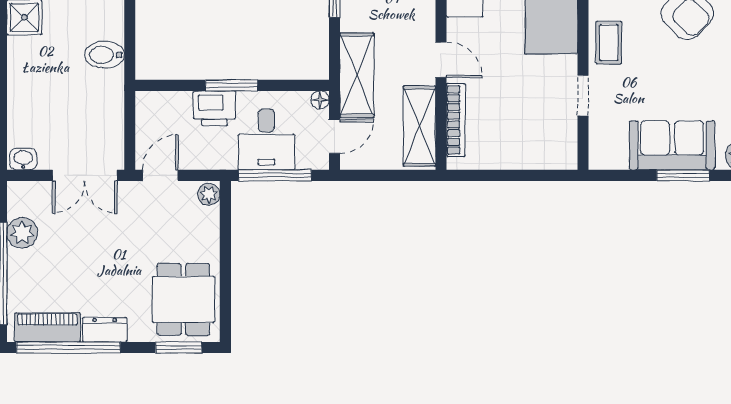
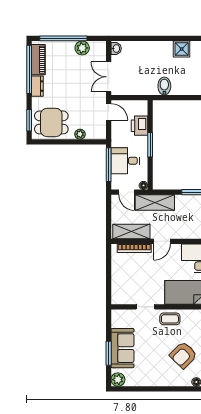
printer: (214, 108) -> (140, 126), moved
plant: (209, 194) -> (80, 134), moved

